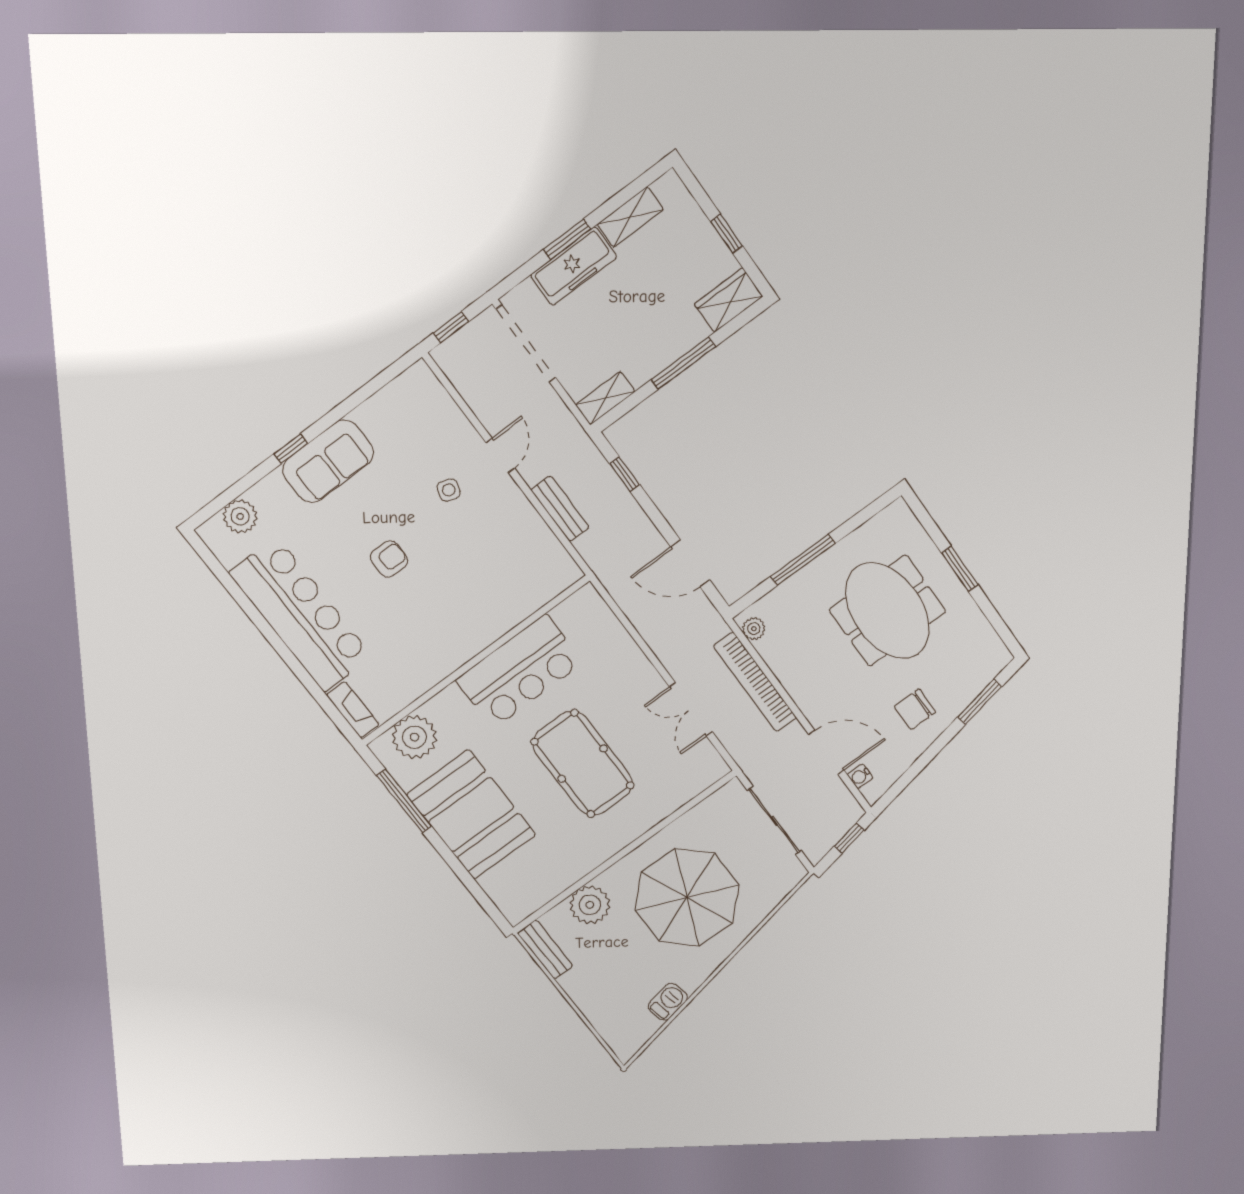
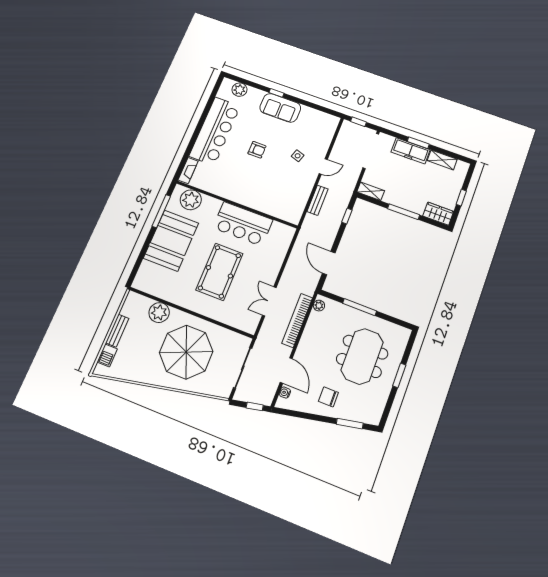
bench: (545, 949) -> (117, 331), moved
barbecue: (668, 1002) -> (107, 355), moved, turned 101

